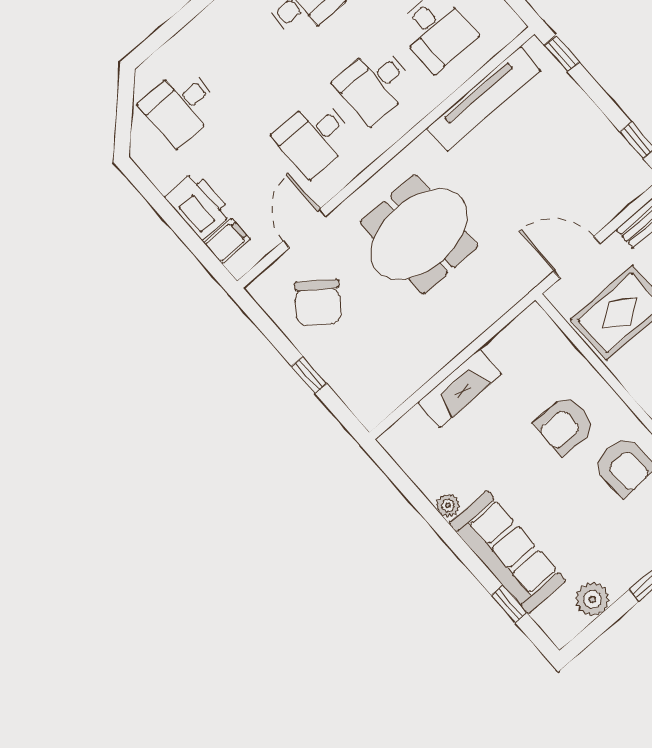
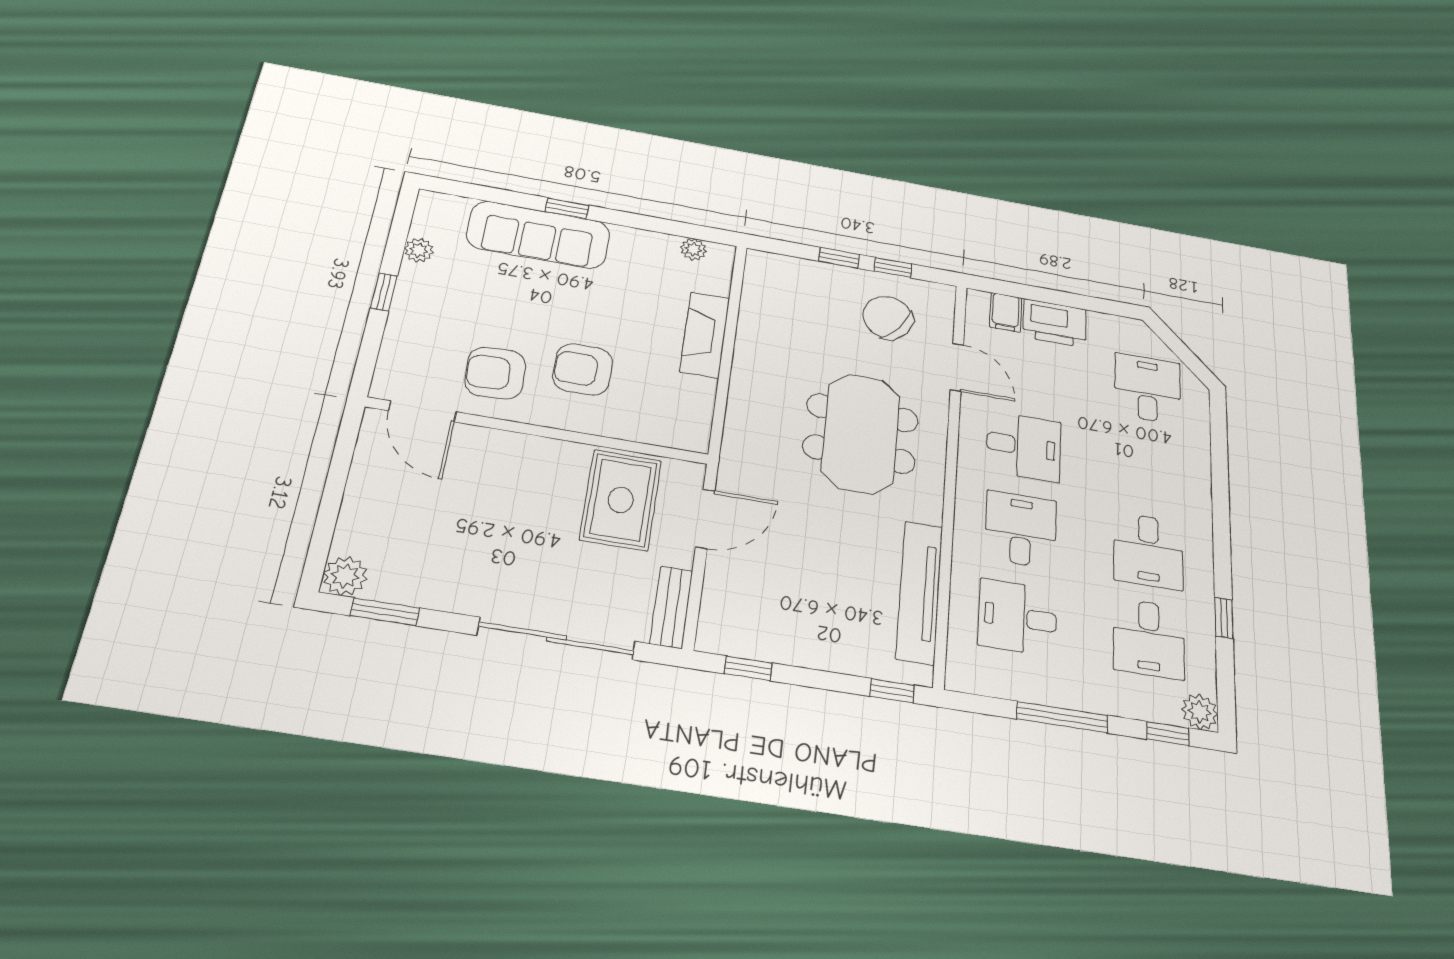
desk: (315, 137) -> (1024, 446), turned 90
window: (276, 338) -> (893, 268), added
armchair: (565, 425) -> (583, 369), turned -90
plant: (448, 505) -> (693, 249), moved
plant: (592, 599) -> (419, 250), width x0.73, depth x0.73
window: (509, 604) -> (567, 208), moved

